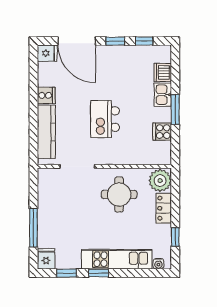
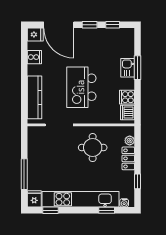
dishwasher: (163, 72) -> (127, 113), moved
cooker: (46, 95) -> (34, 57), moved
window: (175, 110) -> (138, 68), moved
kitchen island: (105, 119) -> (81, 87), width x1.37, depth x1.28
plant: (160, 181) -> (130, 141), width x0.53, depth x0.53
kitchen unit: (117, 259) -> (80, 199), width x1.36
window: (99, 273) -> (107, 210), moved

